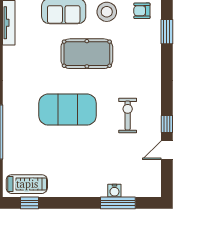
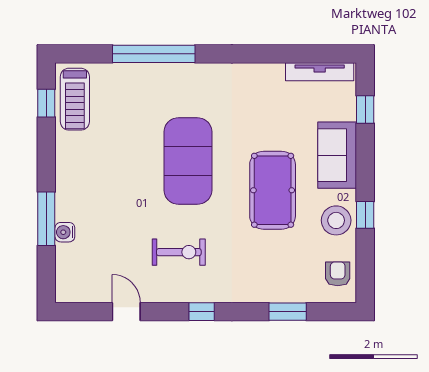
window: (167, 32) -> (288, 312), moved
window: (167, 124) -> (202, 312), moved
window: (118, 203) -> (46, 219), moved

